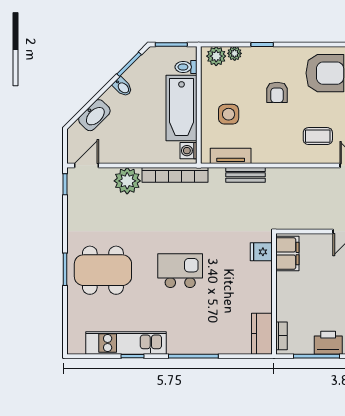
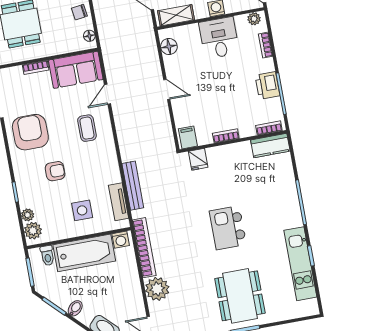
bench: (246, 175) -> (133, 186), width x1.36
filing cabinet: (287, 254) -> (188, 137), width x0.50
bookcase: (281, 287) -> (226, 136), added

